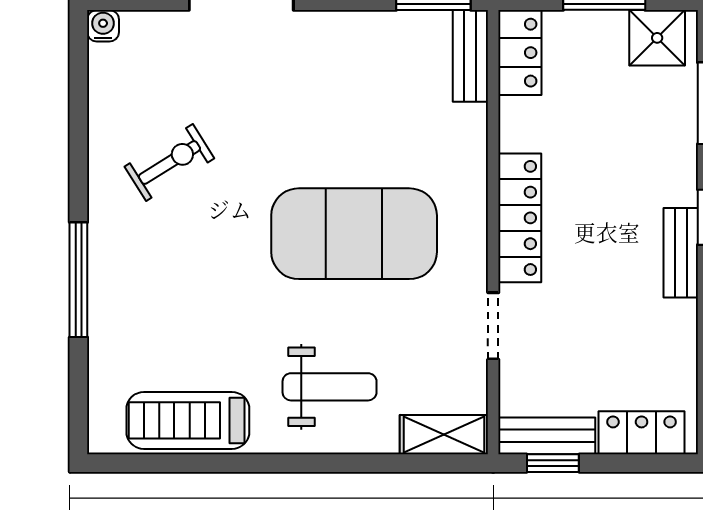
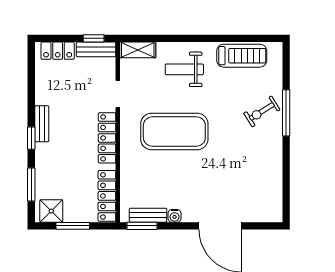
water cooler: (103, 26) -> (175, 216), moved
locker: (520, 53) -> (107, 196), width x1.53
bench: (470, 56) -> (148, 215), moved, turned 90
exercise bike: (169, 163) -> (262, 111), moved

